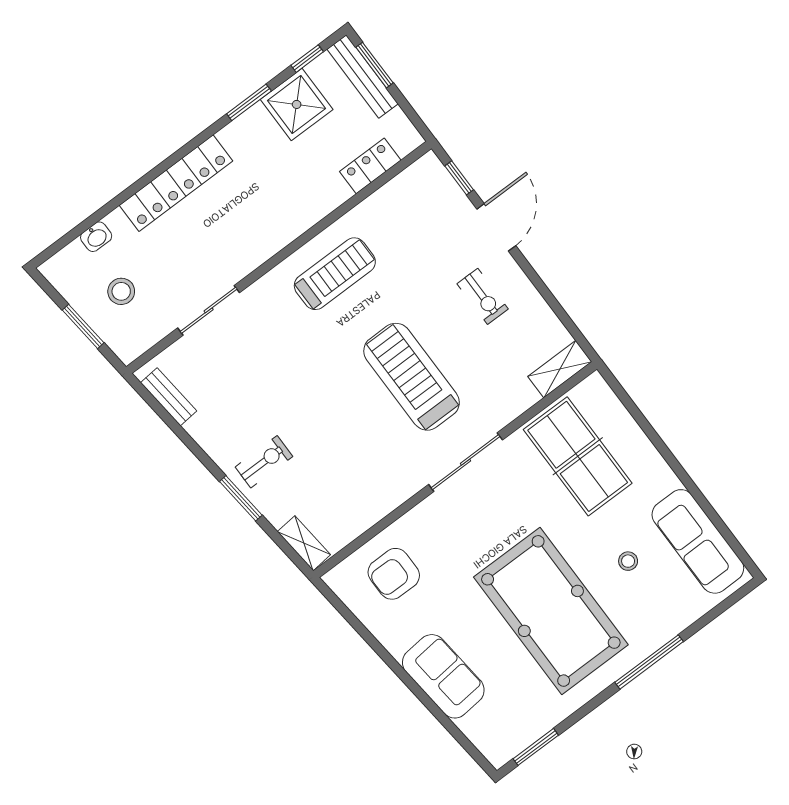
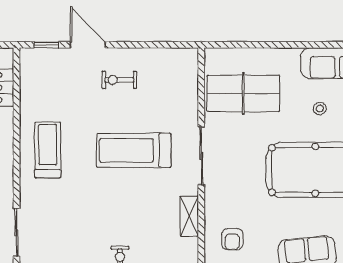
exercise bike: (483, 296) -> (119, 80), turned 180
shelving: (560, 369) -> (189, 216), moved
armchair: (394, 574) -> (232, 239), width x0.72, depth x0.72

